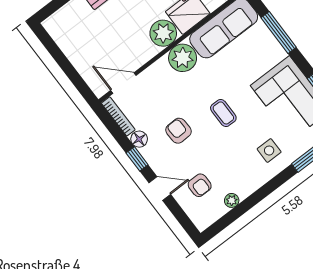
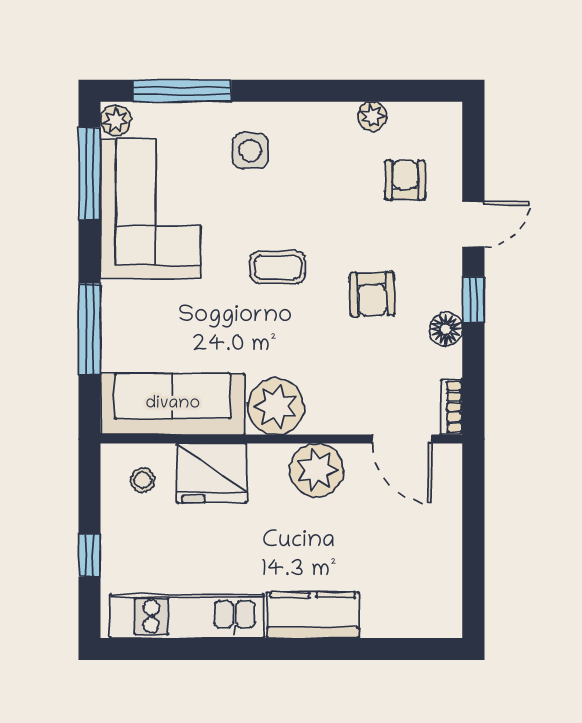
plant: (163, 33) -> (317, 470), moved
coffee table: (223, 113) -> (278, 267), turned 90
bookcase: (118, 116) -> (452, 407), width x0.64
door: (160, 188) -> (473, 224), swing flipped

